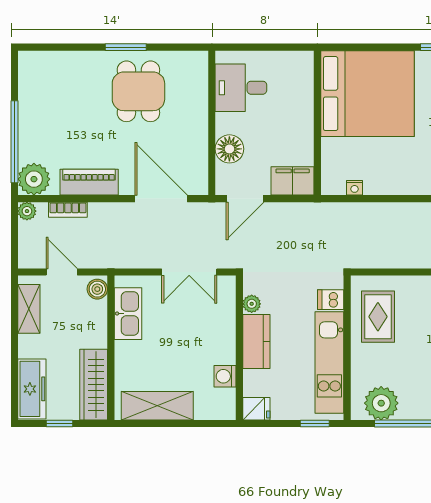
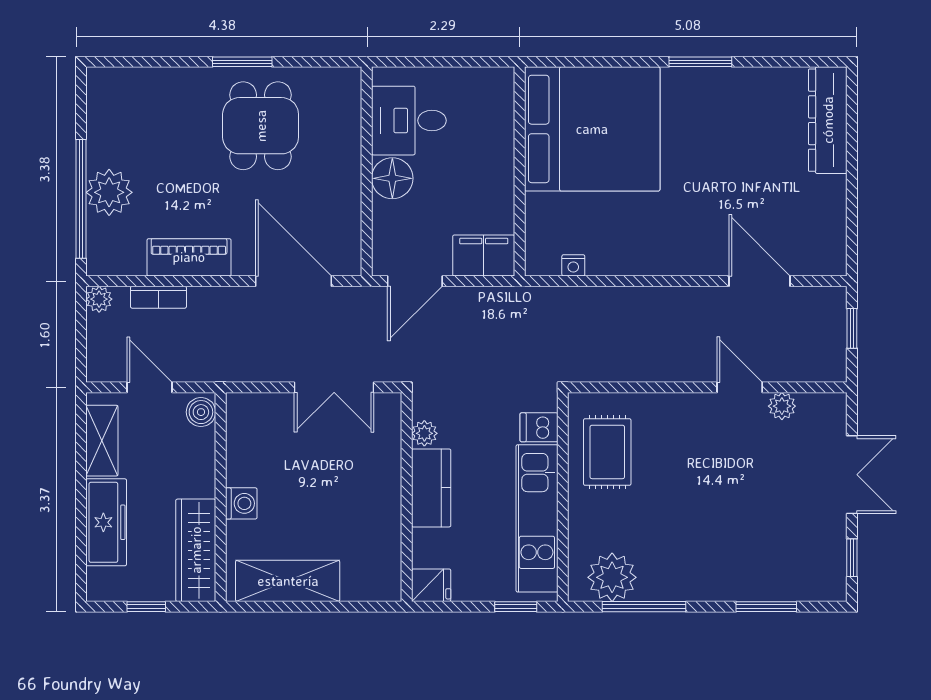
floor lamp: (229, 149) -> (392, 178), moved
plant: (34, 179) -> (109, 192), moved
kitchen sink: (128, 314) -> (245, 447), removed
washing machine: (225, 376) -> (241, 503), moved, turned 180
freezer: (32, 389) -> (106, 522), moved

